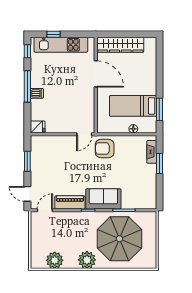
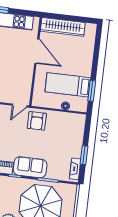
armchair: (105, 149) -> (37, 121), turned -90
fireplace: (152, 152) -> (75, 169), moved
window: (159, 163) -> (84, 155), moved

